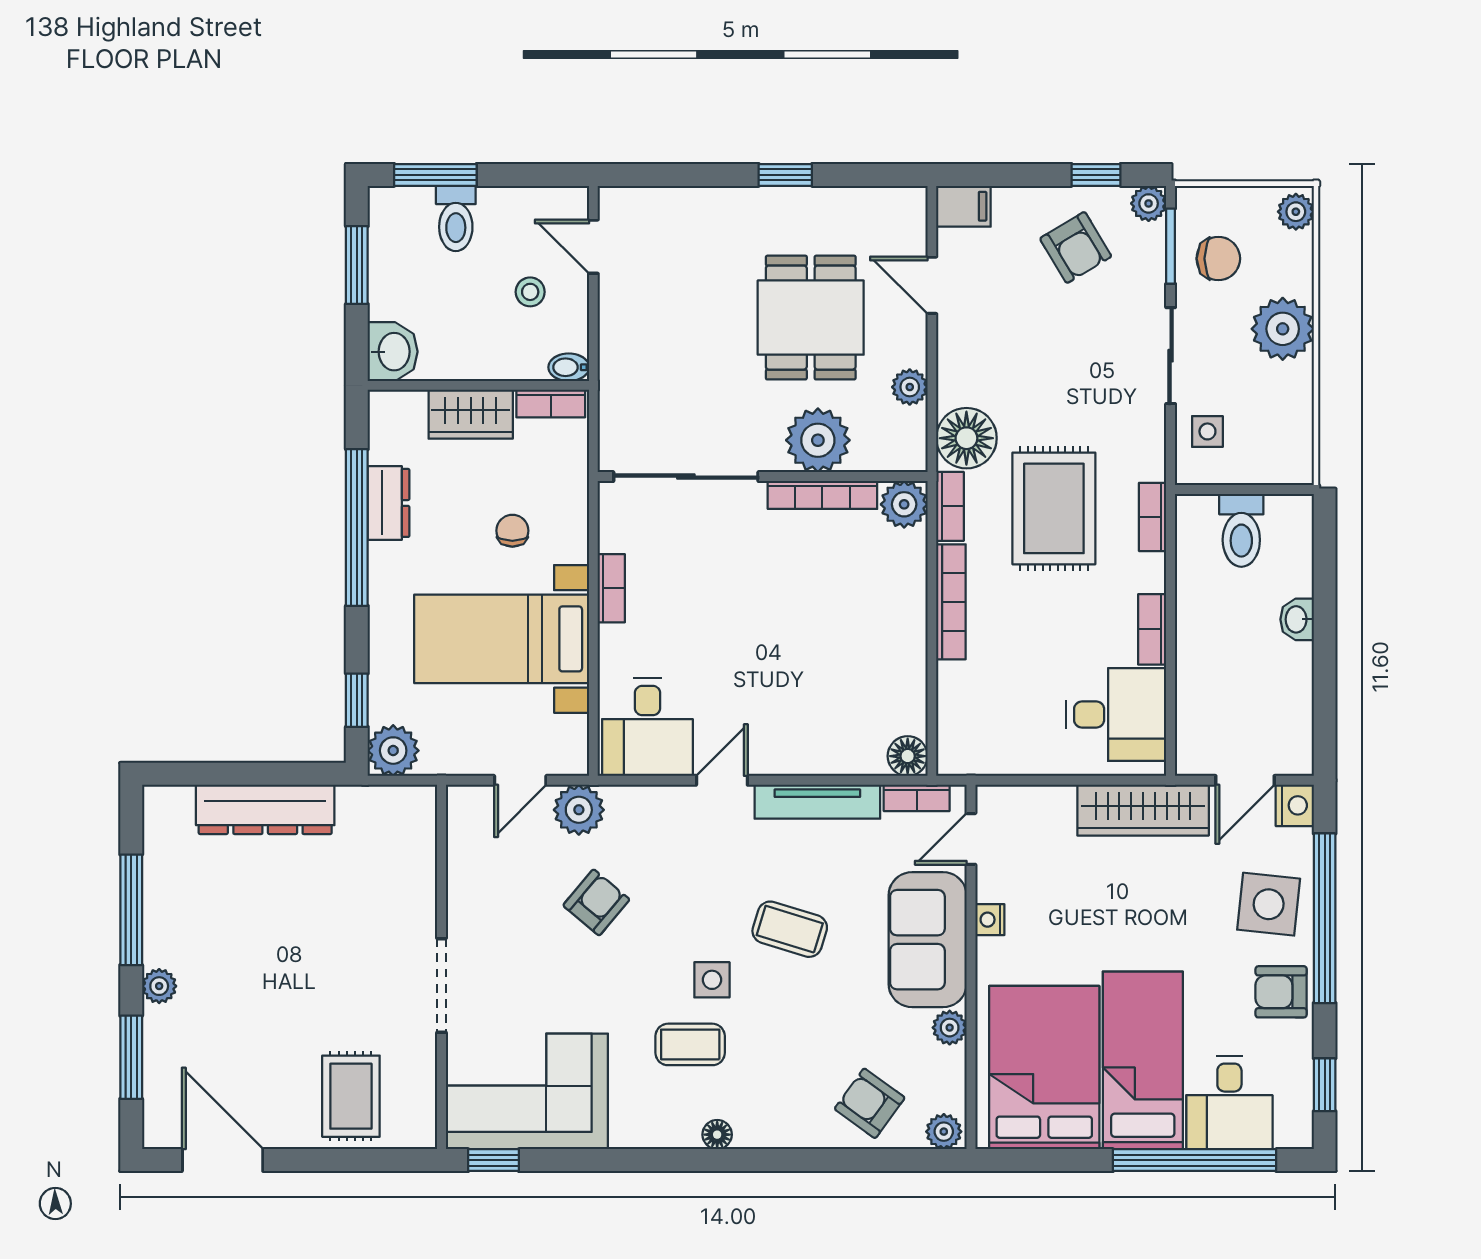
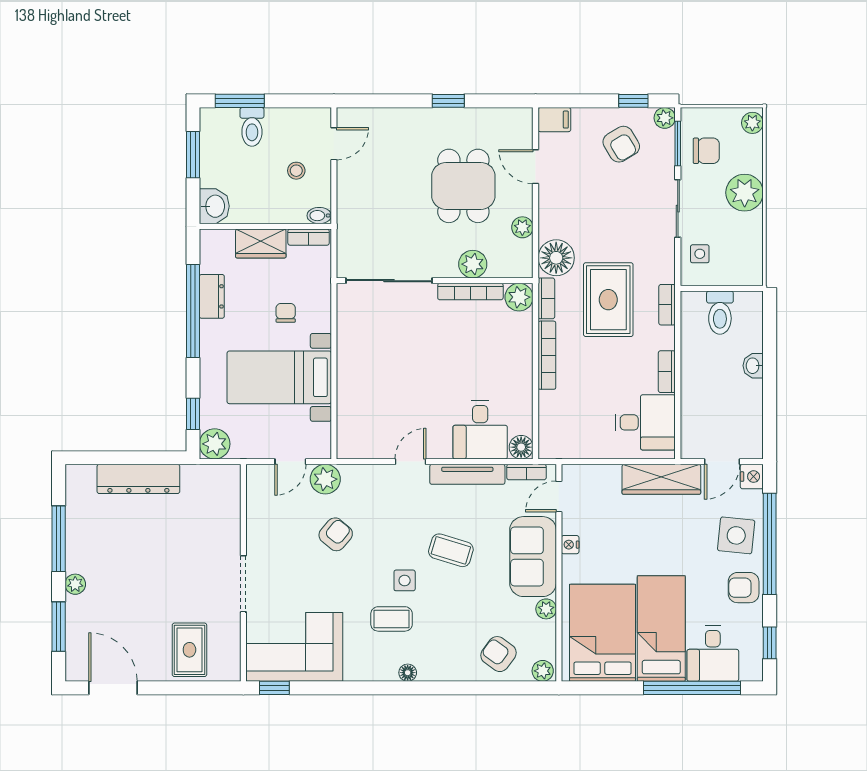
door: (593, 247) -> (334, 144), swing flipped
plant: (818, 440) -> (473, 264), width x0.73, depth x0.73
bookcase: (611, 588) -> (345, 347), removed
desk: (648, 727) -> (480, 430), moved

